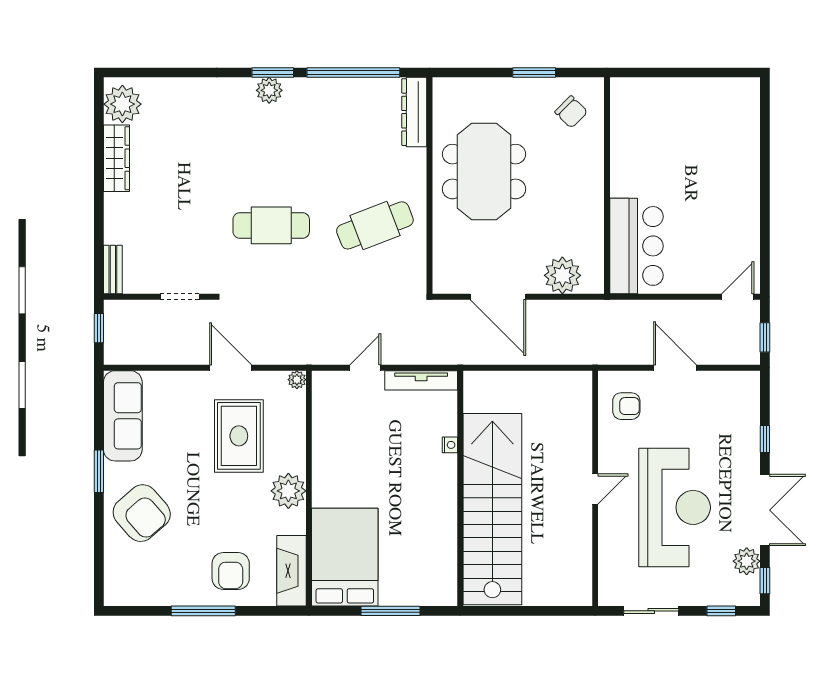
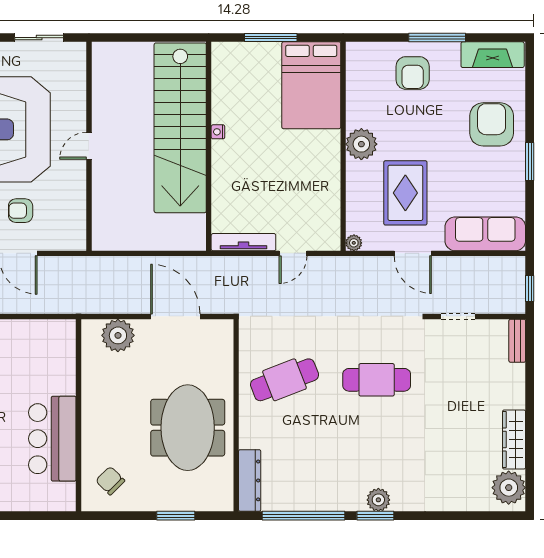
window: (534, 72) -> (176, 516), moved
bar counter: (636, 246) -> (52, 439), moved
armchair: (626, 406) -> (21, 211), moved
sofa: (123, 416) -> (485, 234), moved, turned 90
nightstand: (450, 445) -> (218, 132), moved
armchair: (142, 513) -> (492, 124), turned 41
armchair: (231, 571) -> (413, 73), turned 180
fireplace: (291, 571) -> (493, 55), moved, turned 90

